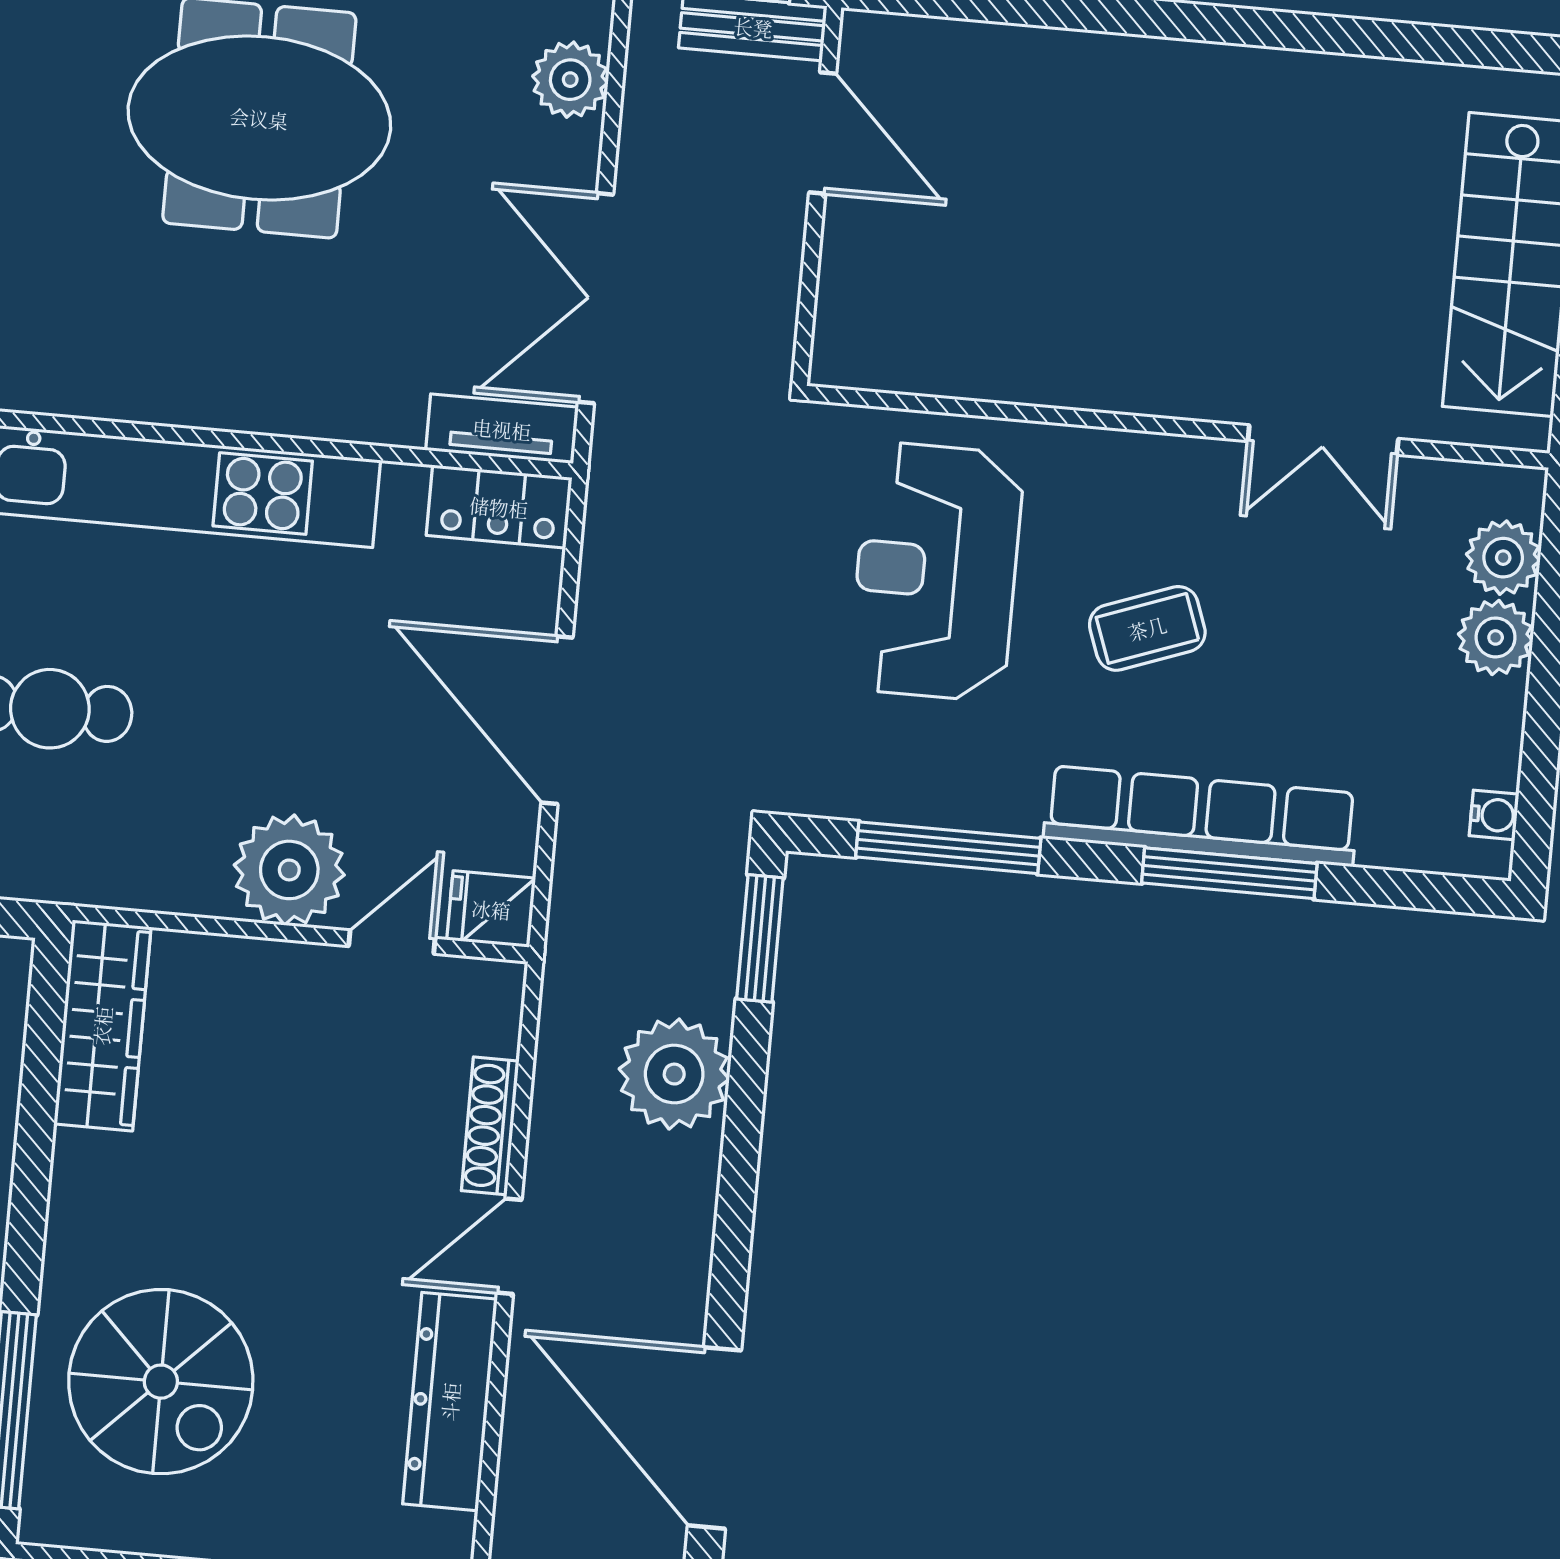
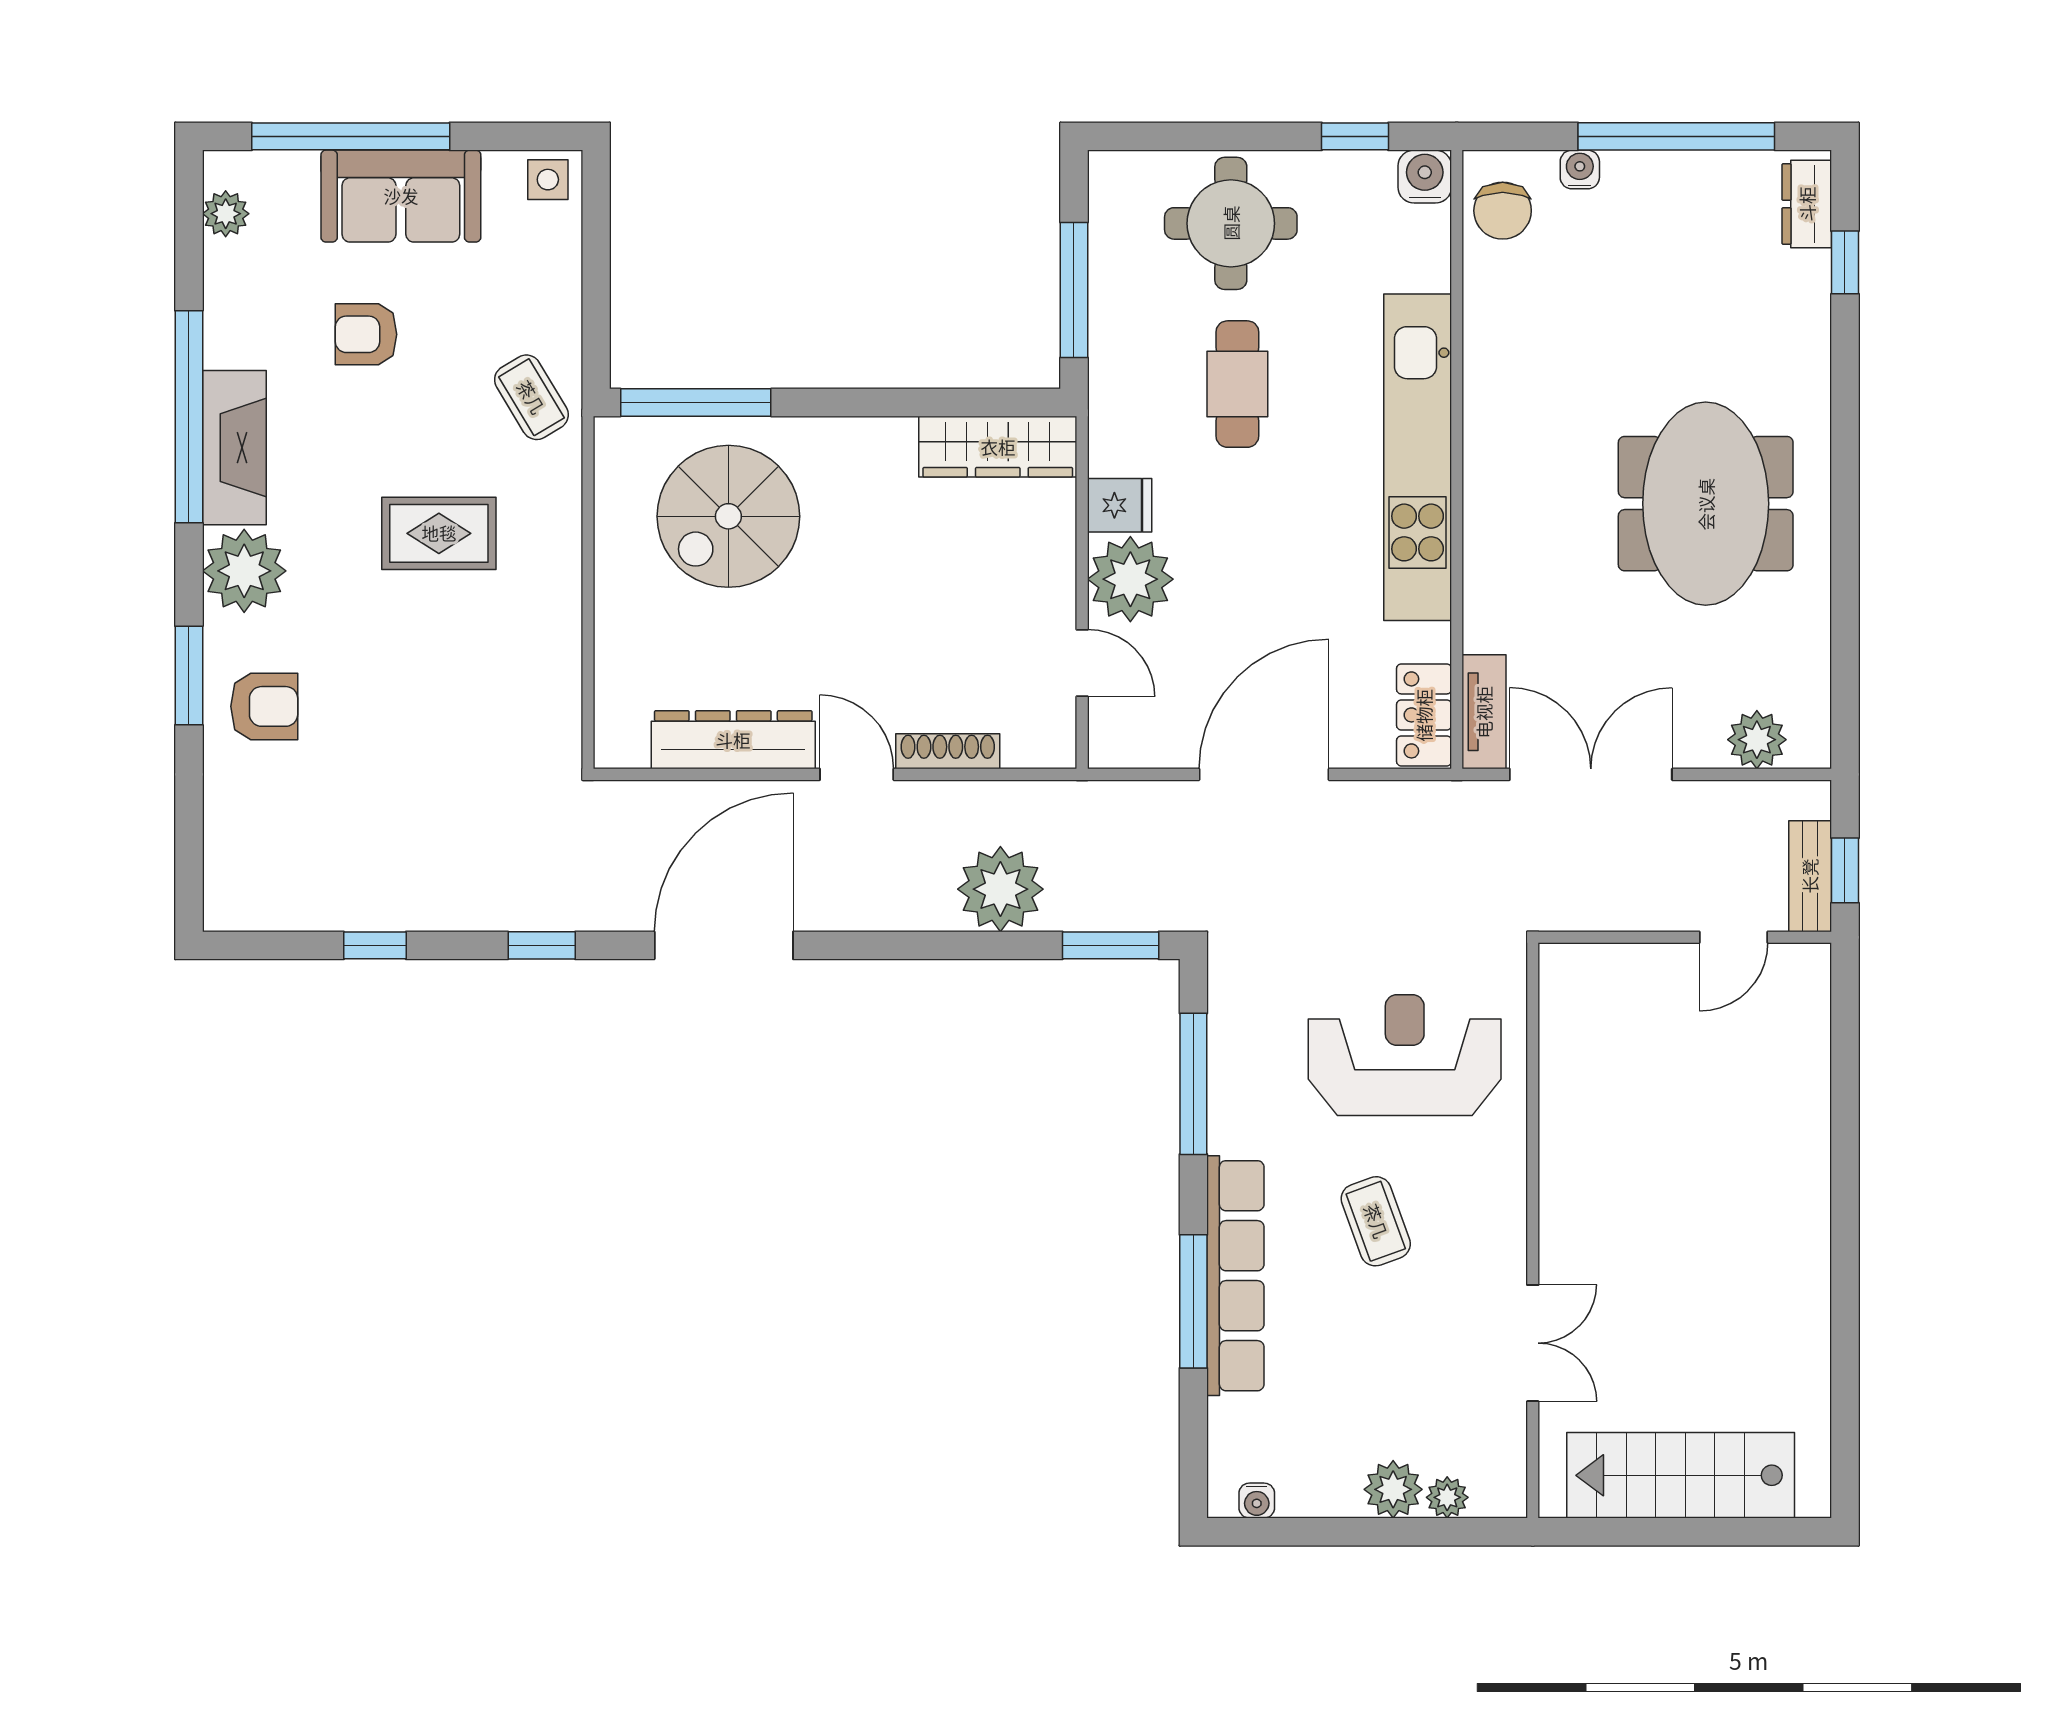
door: (823, 133) -> (1734, 937), width x0.73
double door: (1323, 440) -> (1533, 1343), swing flipped
plant: (1503, 558) -> (1447, 1497), width x0.73, depth x0.73
fridge: (491, 909) -> (1120, 505), moved, turned 90

